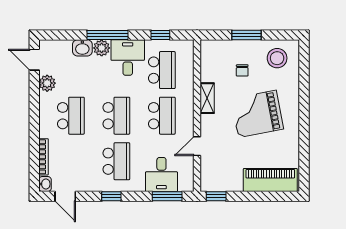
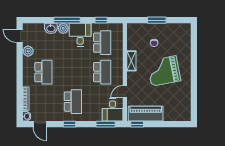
stool: (277, 58) -> (177, 35), removed
school desk: (116, 116) -> (73, 72), removed
desk: (161, 174) -> (113, 110), moved
piano: (270, 180) -> (146, 114), moved

